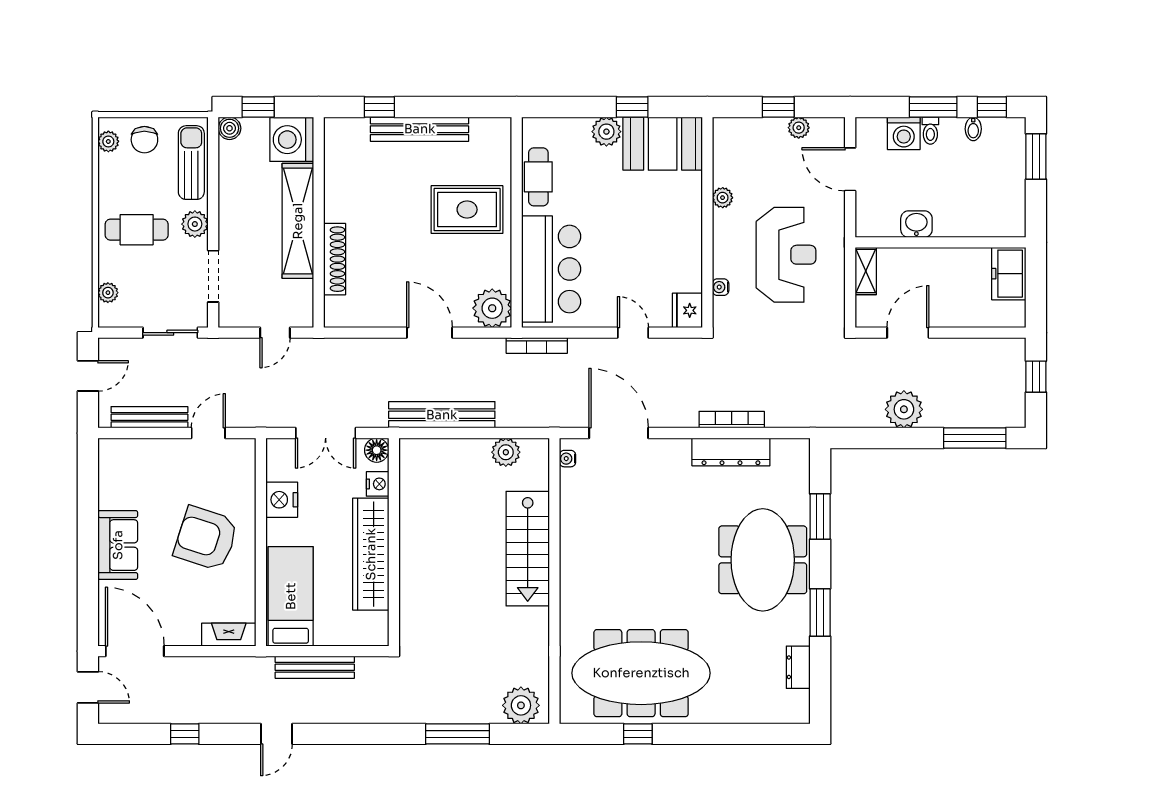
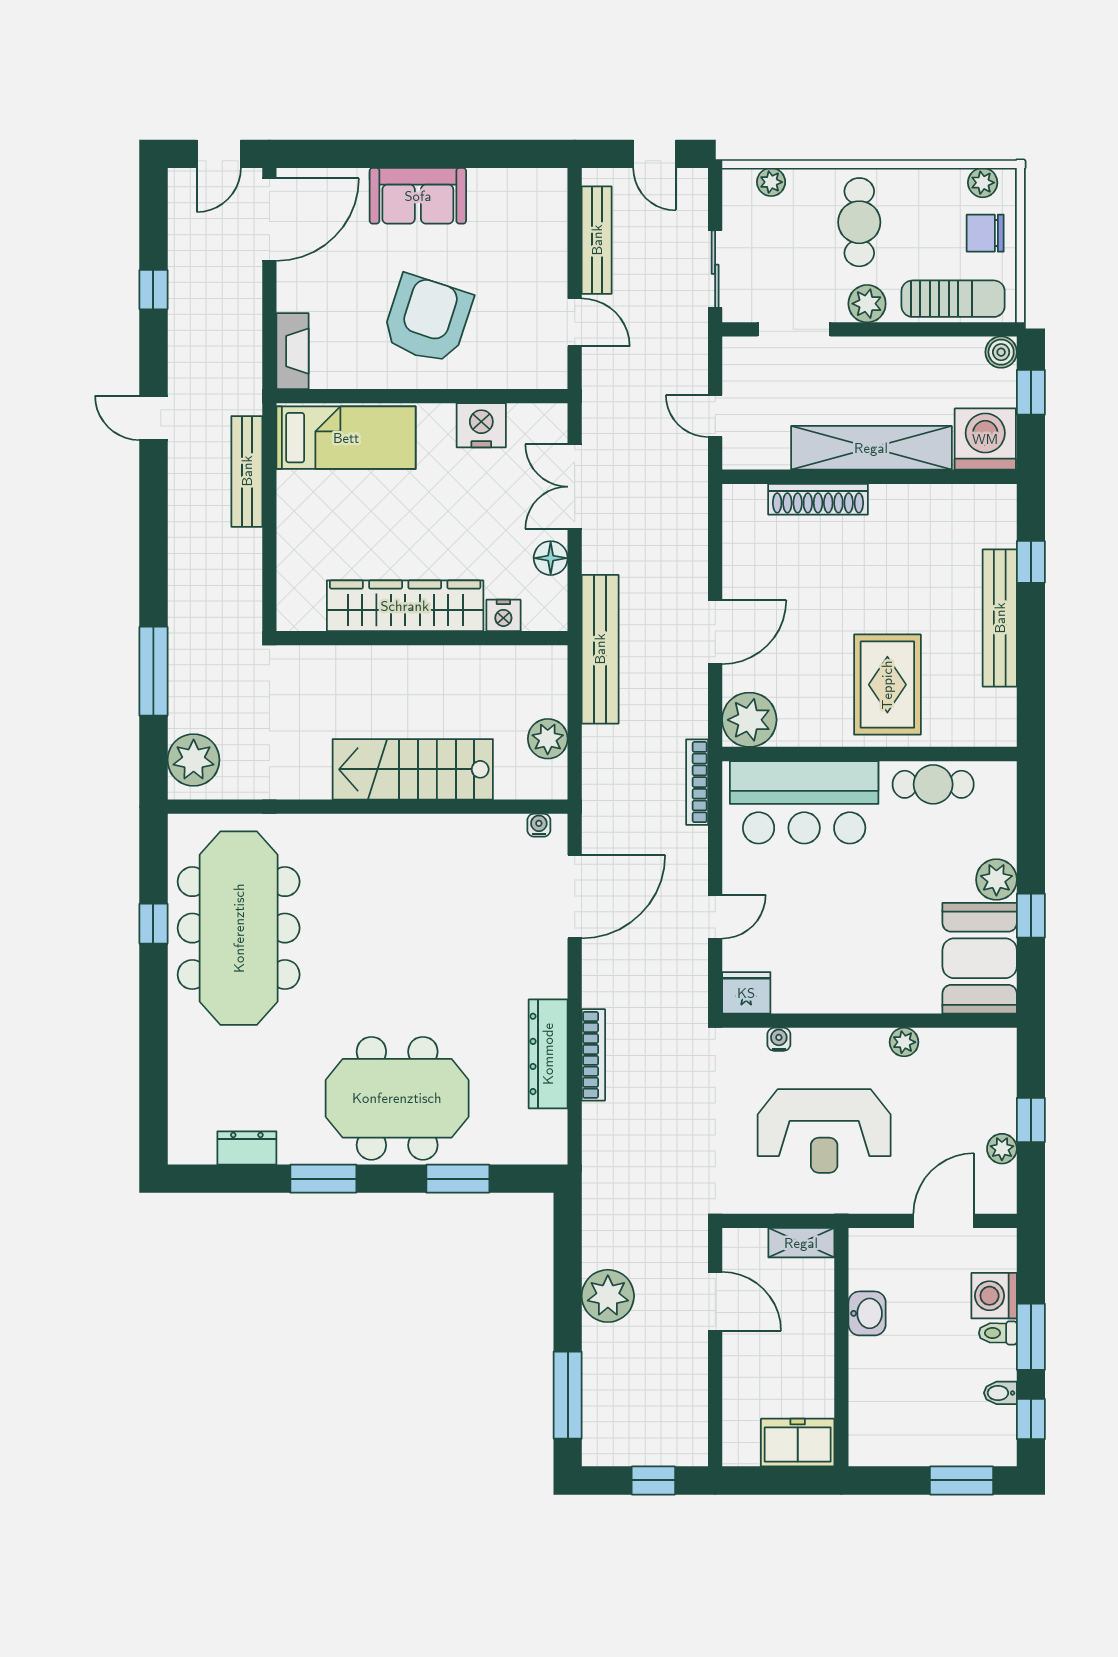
nightstand: (378, 484) -> (503, 615), moved
wall: (394, 542) -> (422, 638), moved
wardrobe: (371, 554) -> (405, 606), moved

